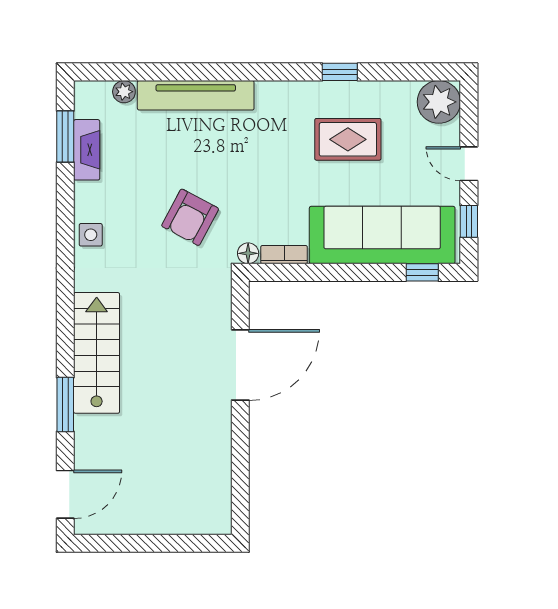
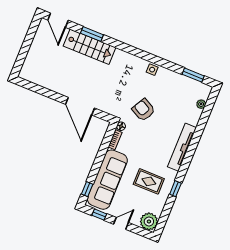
tv unit: (196, 95) -> (182, 147), moved
rug: (348, 139) -> (149, 181), turned 90
fireplace: (87, 150) -> (185, 81), removed
stairs: (97, 353) -> (90, 47), moved

